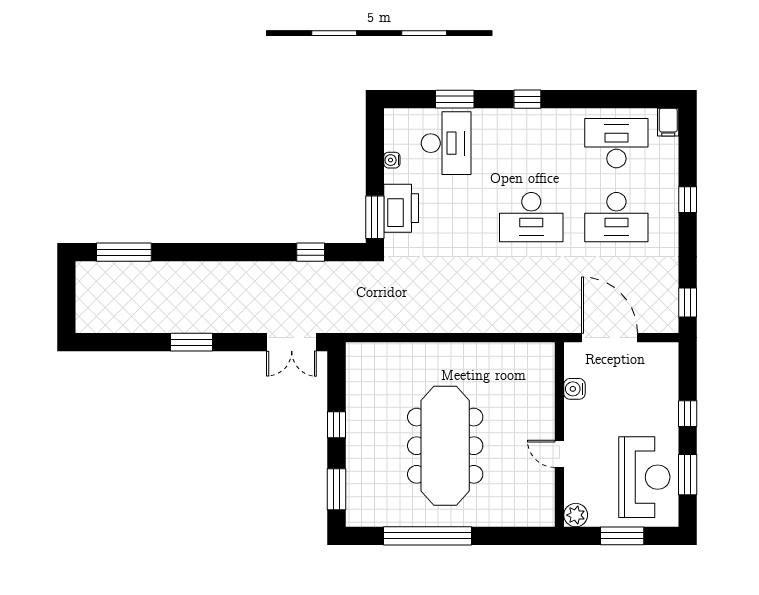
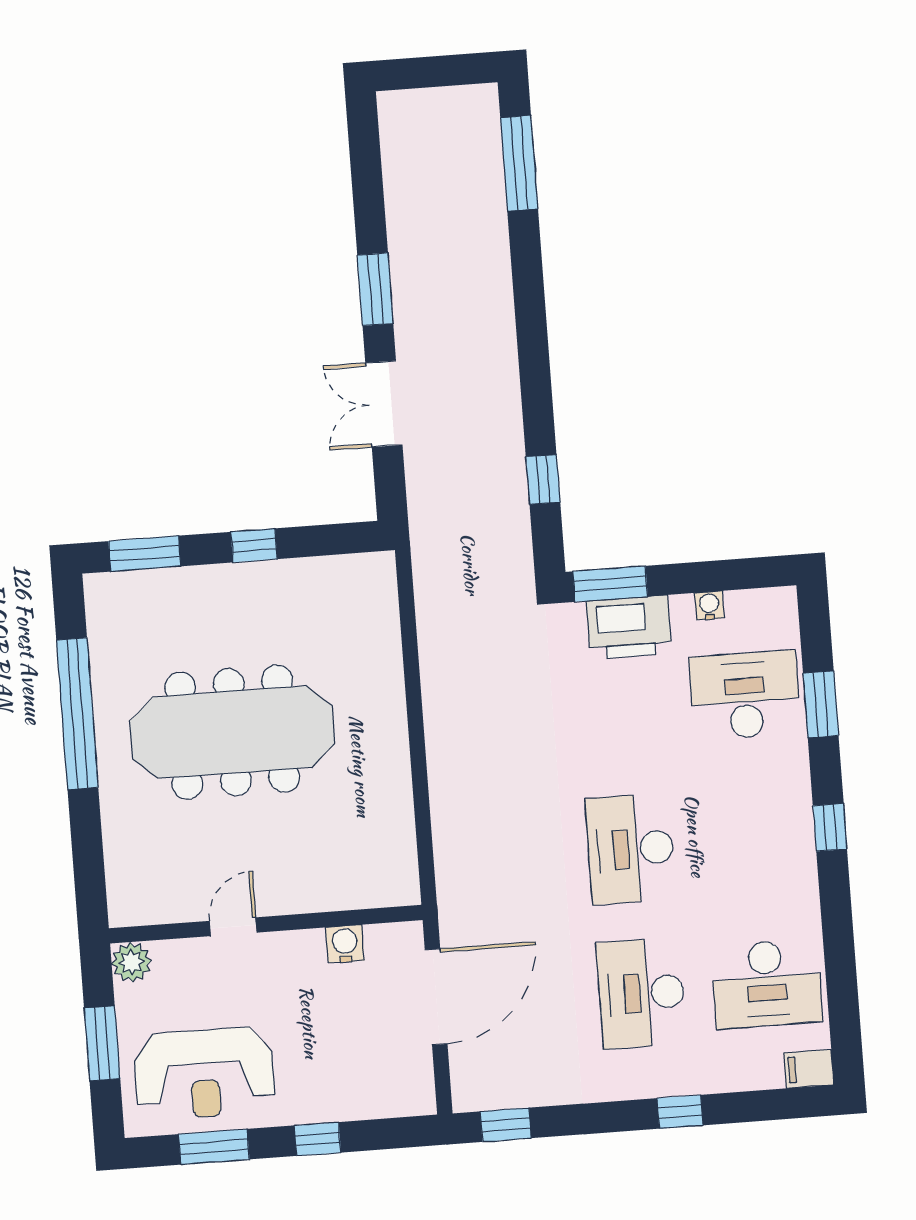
desk: (446, 143) -> (745, 695), turned 180
desk: (616, 143) -> (767, 984), turned 90
double door: (292, 342) -> (384, 404), moved

